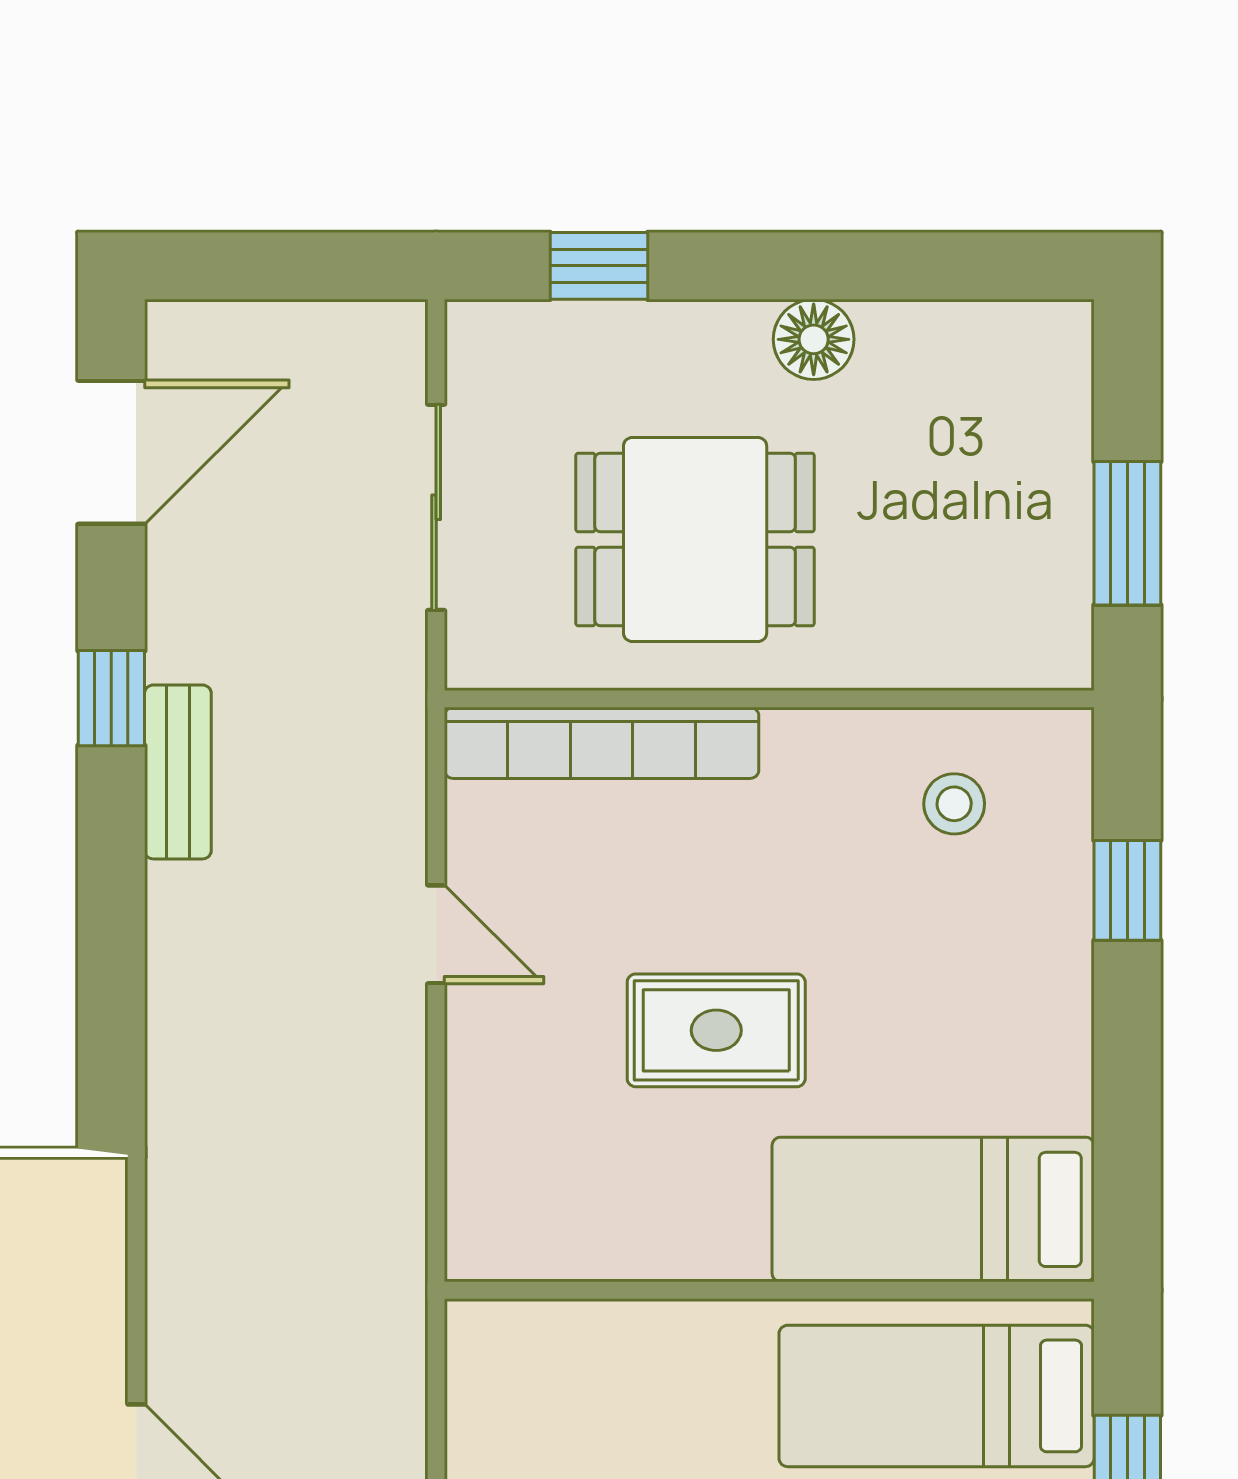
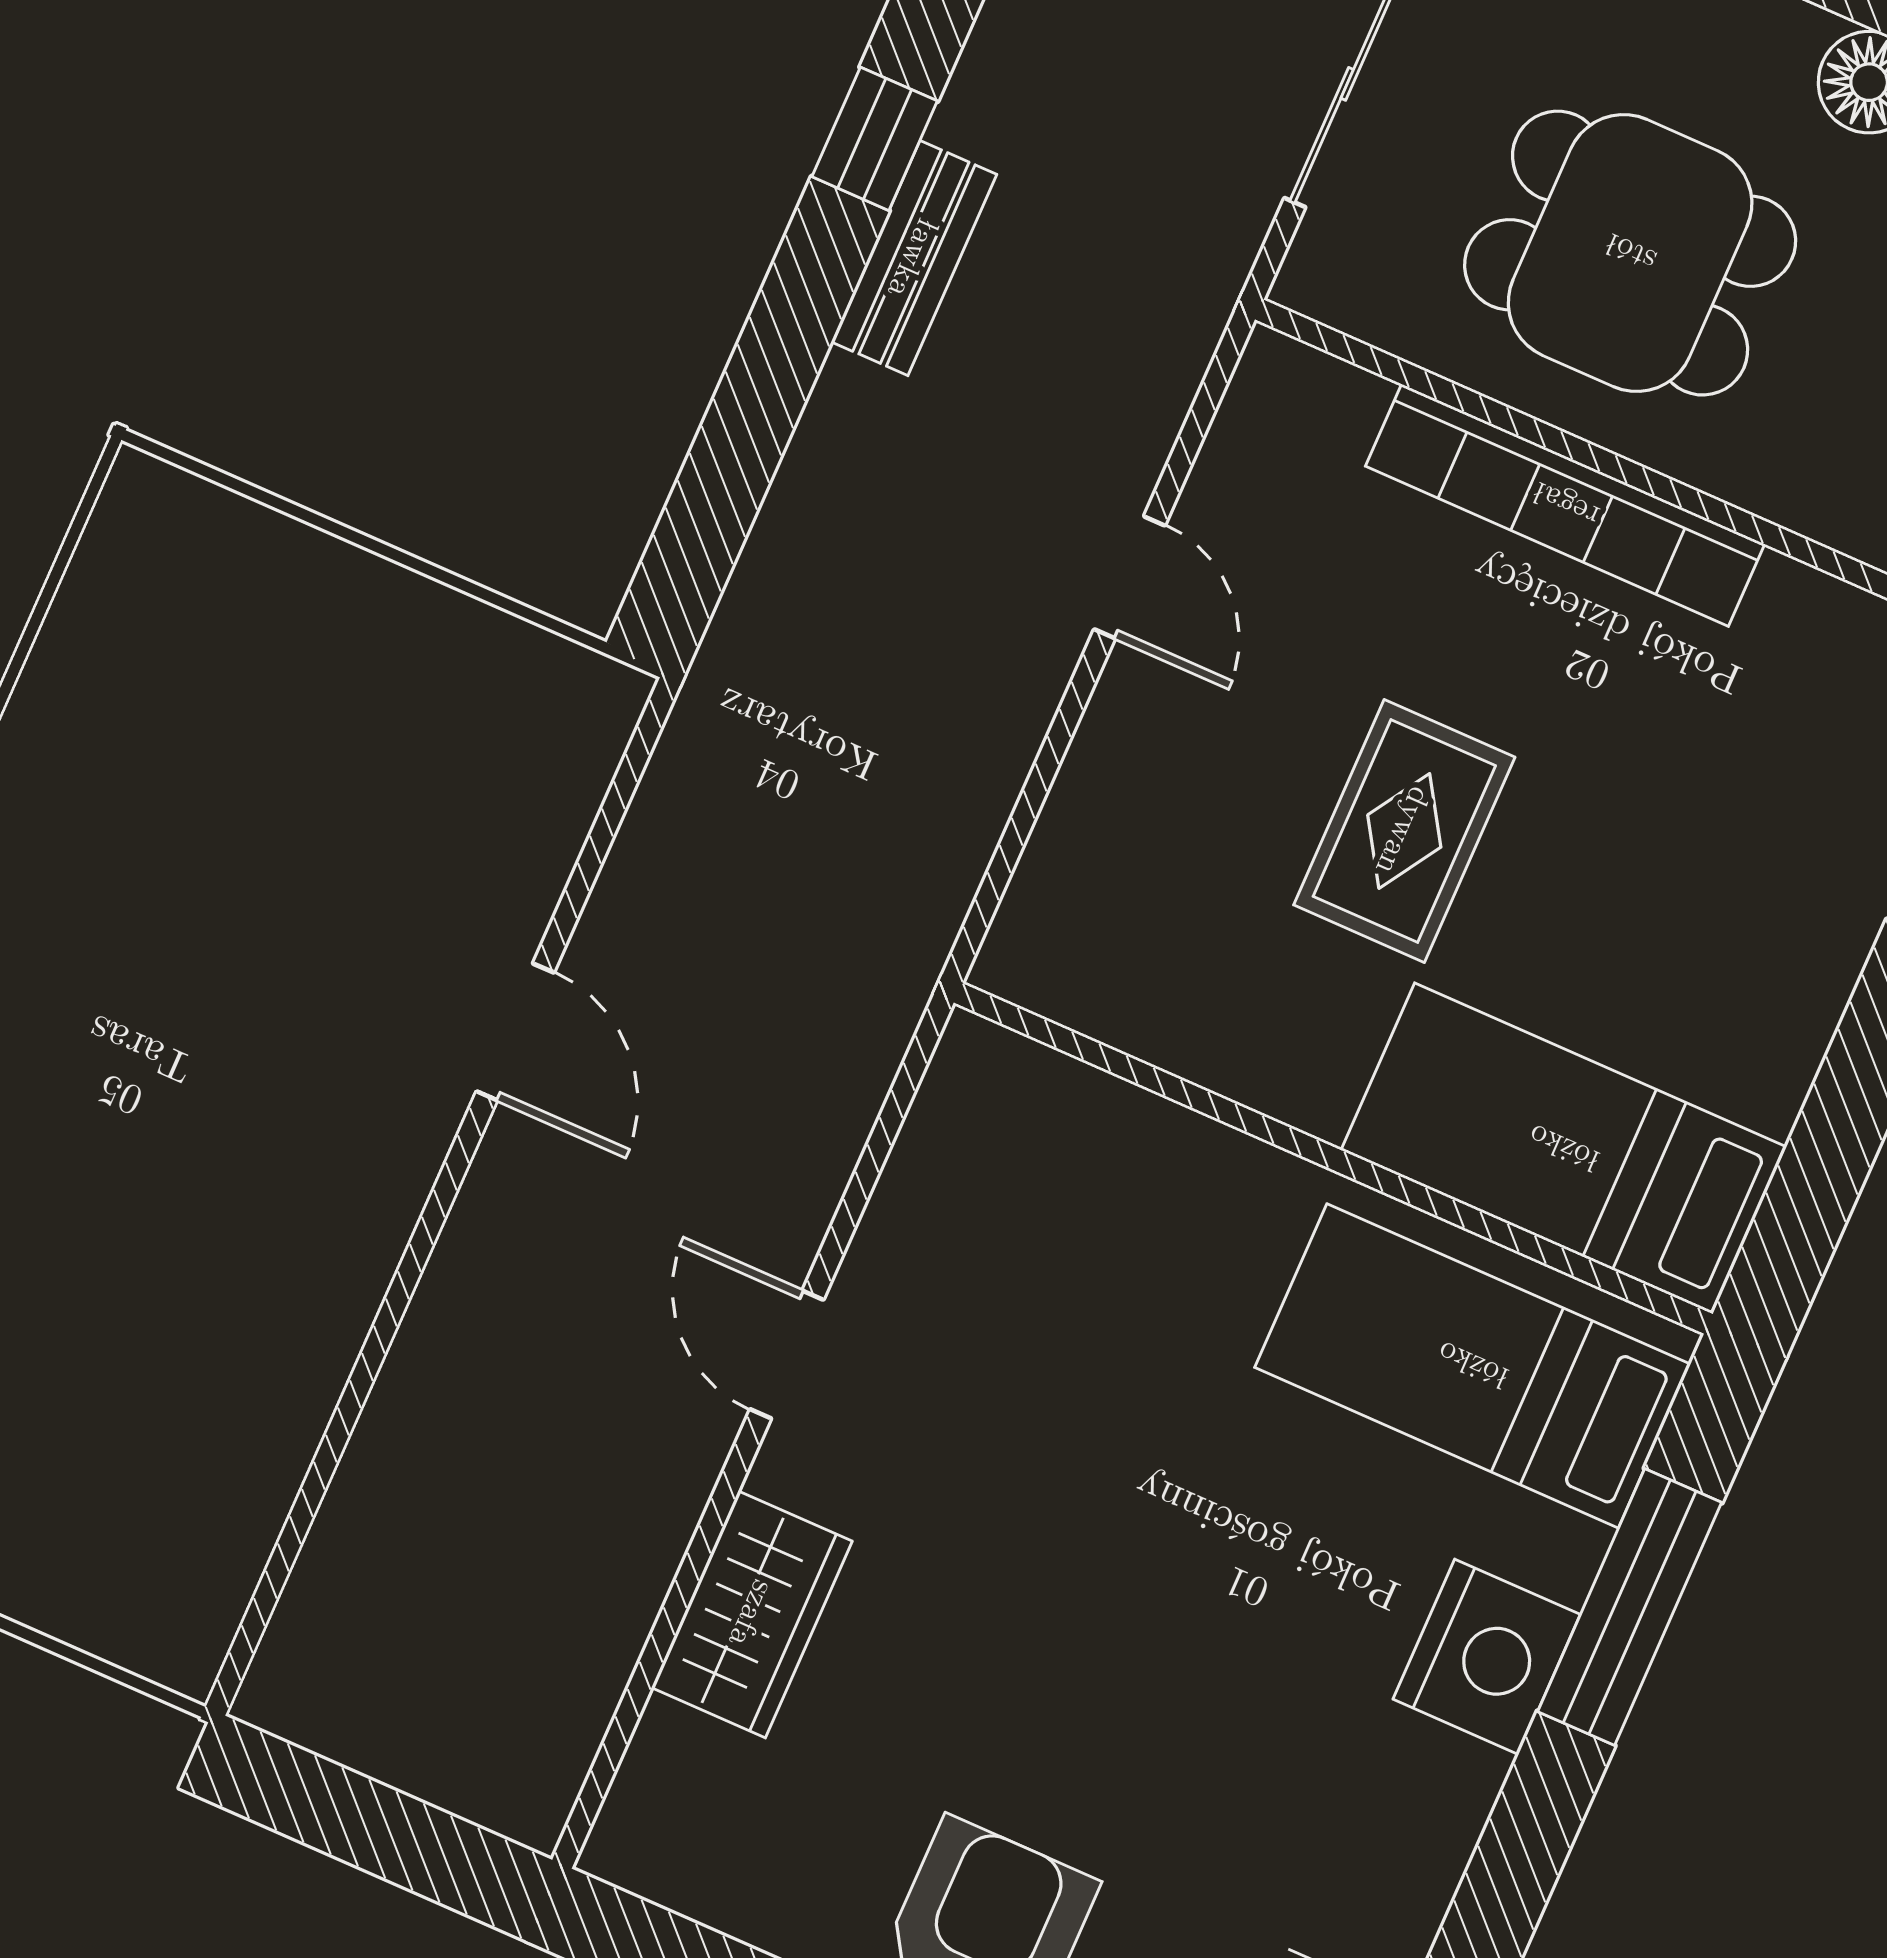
bookcase: (602, 743) -> (1565, 505), moved
stool: (954, 804) -> (1795, 691), removed
rug: (716, 1030) -> (1404, 831), turned 90

